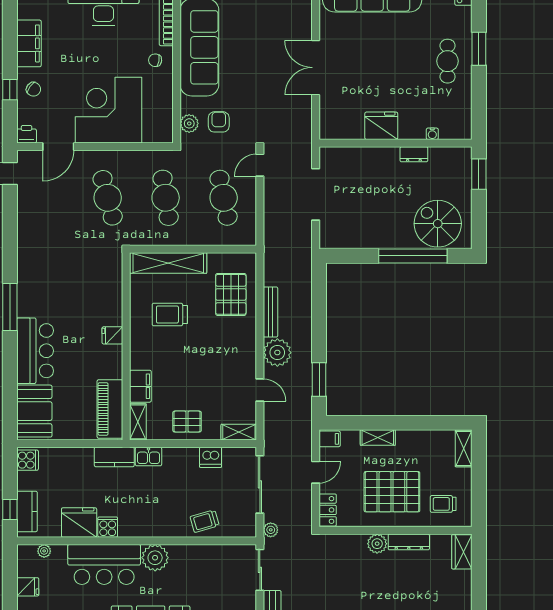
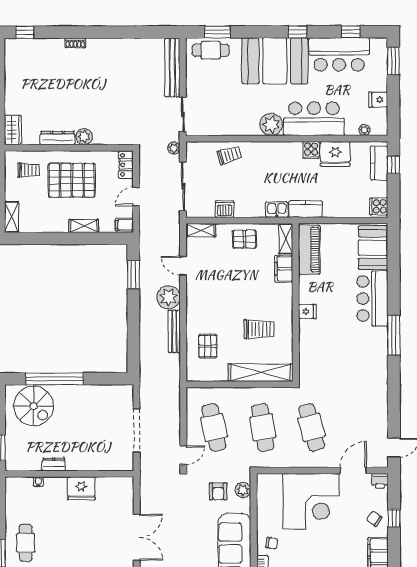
pallet: (231, 294) -> (208, 346), width x0.67, depth x0.71

